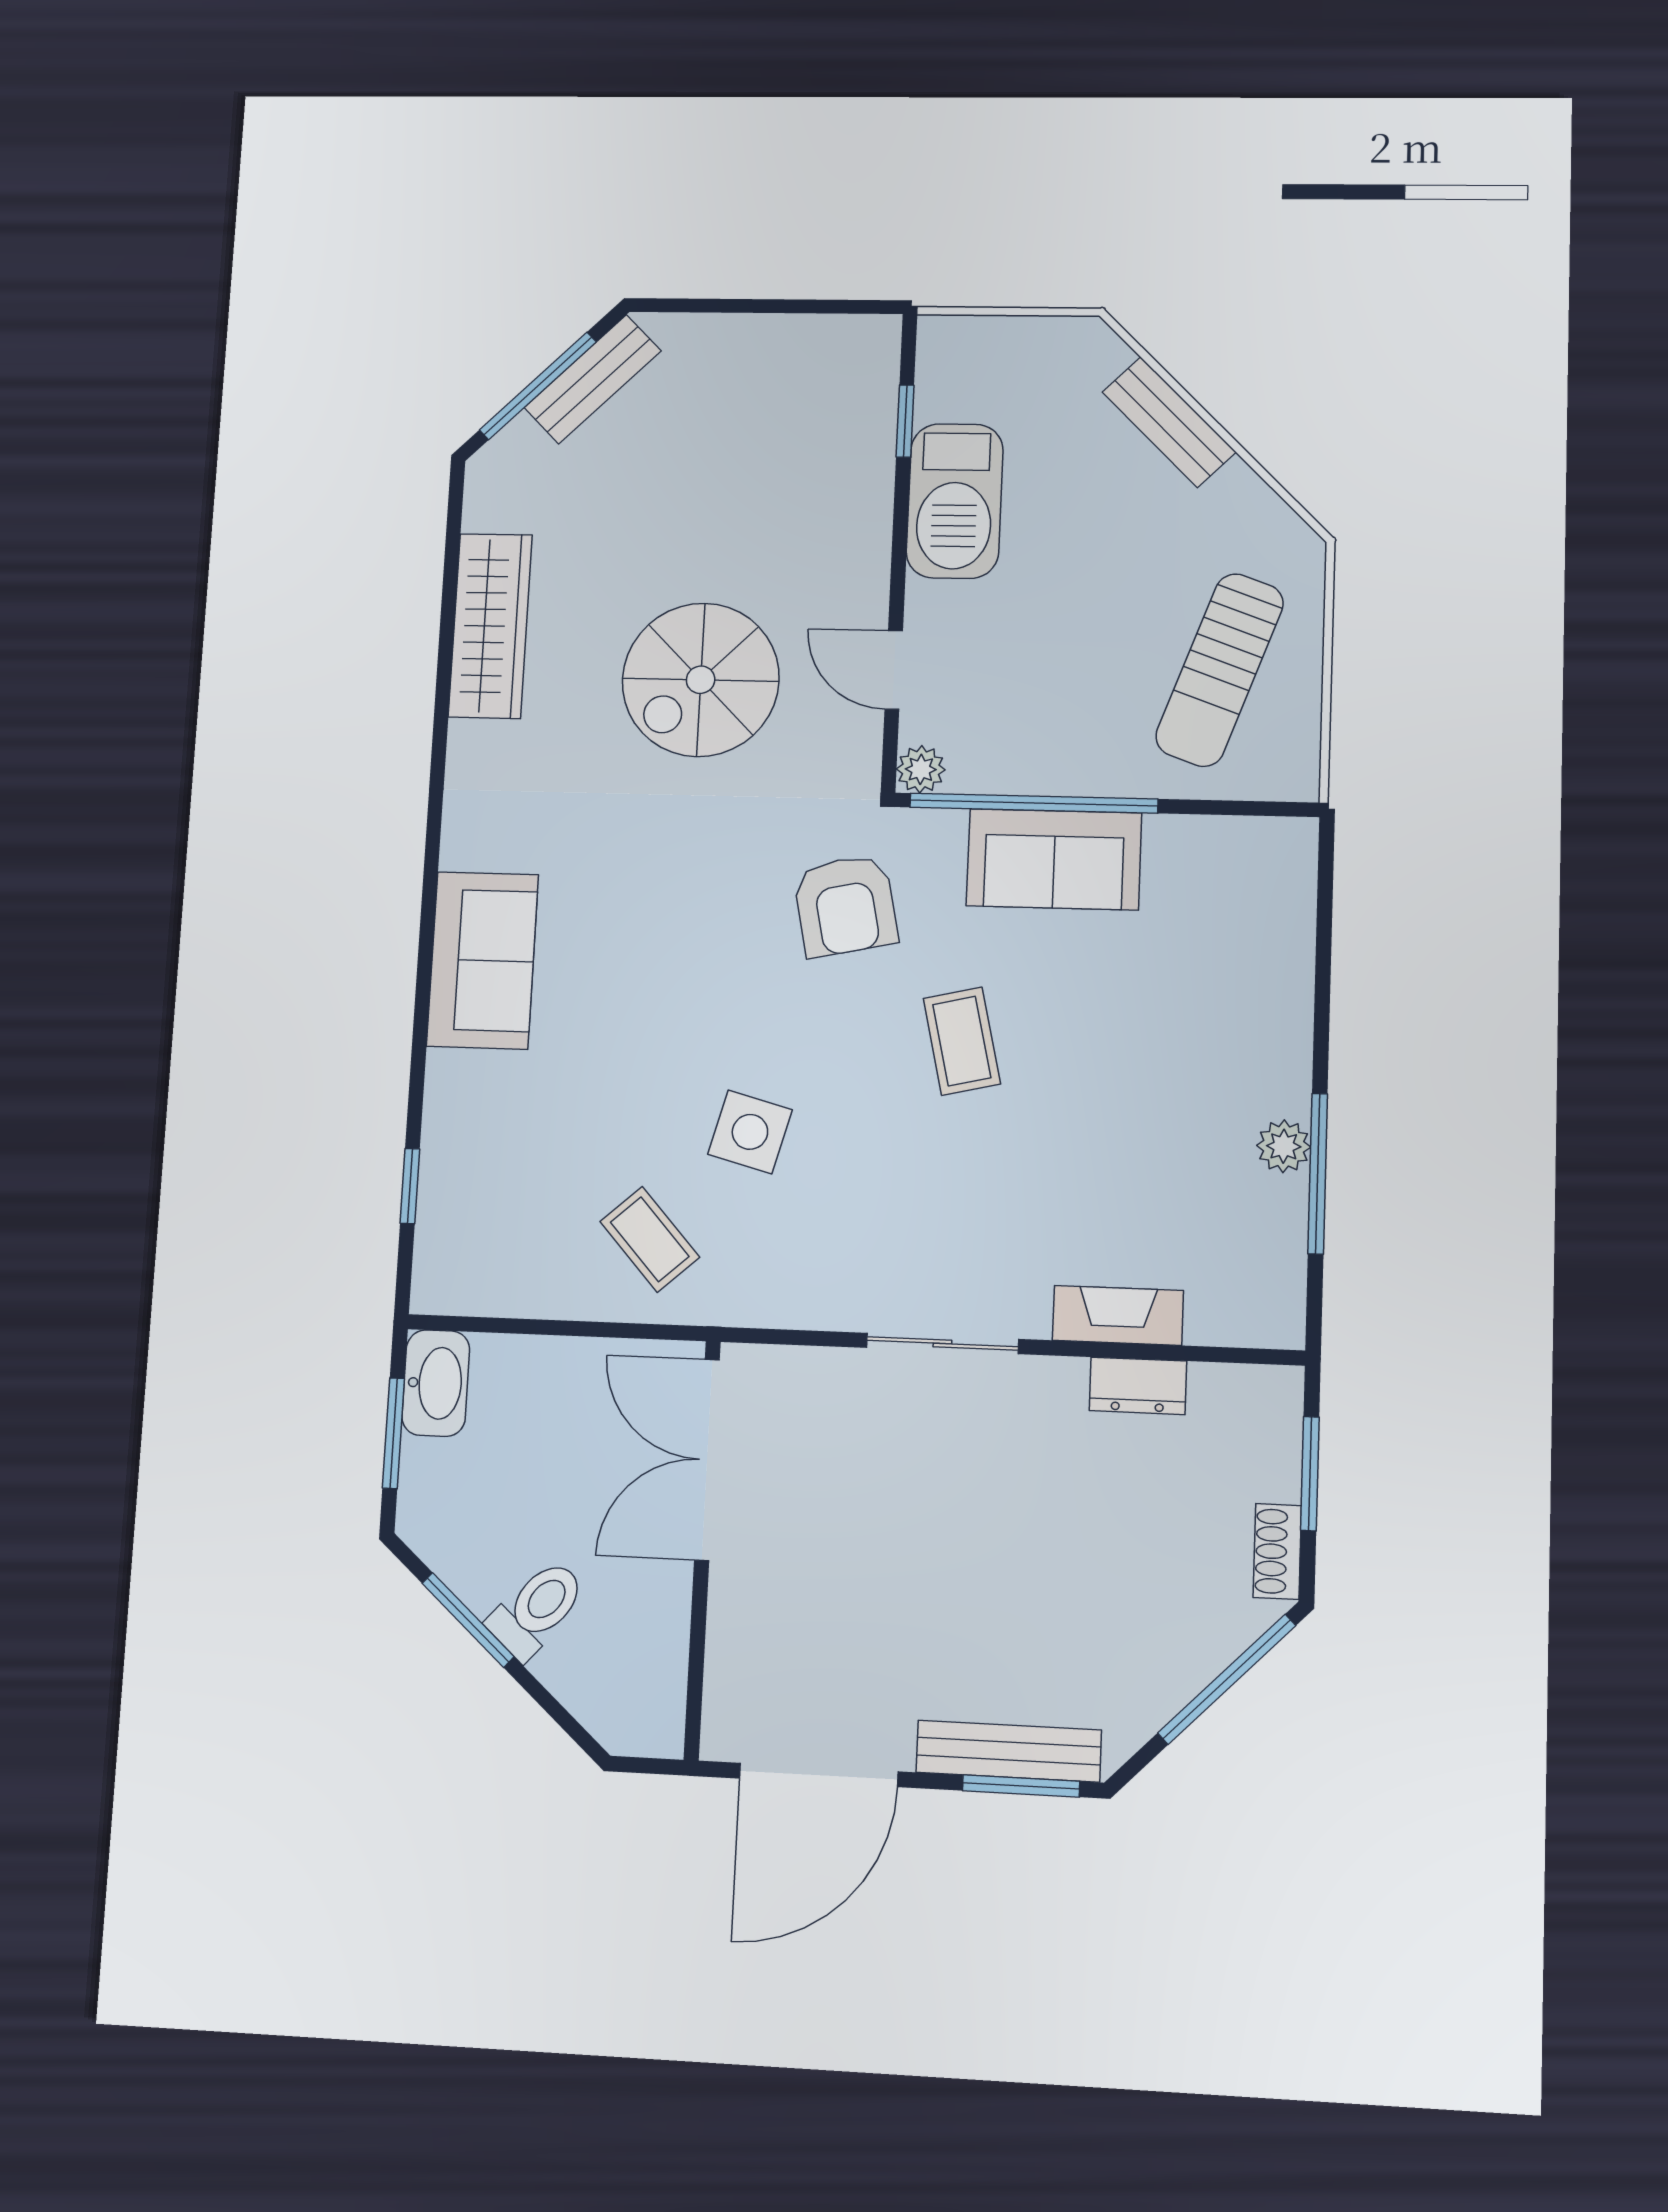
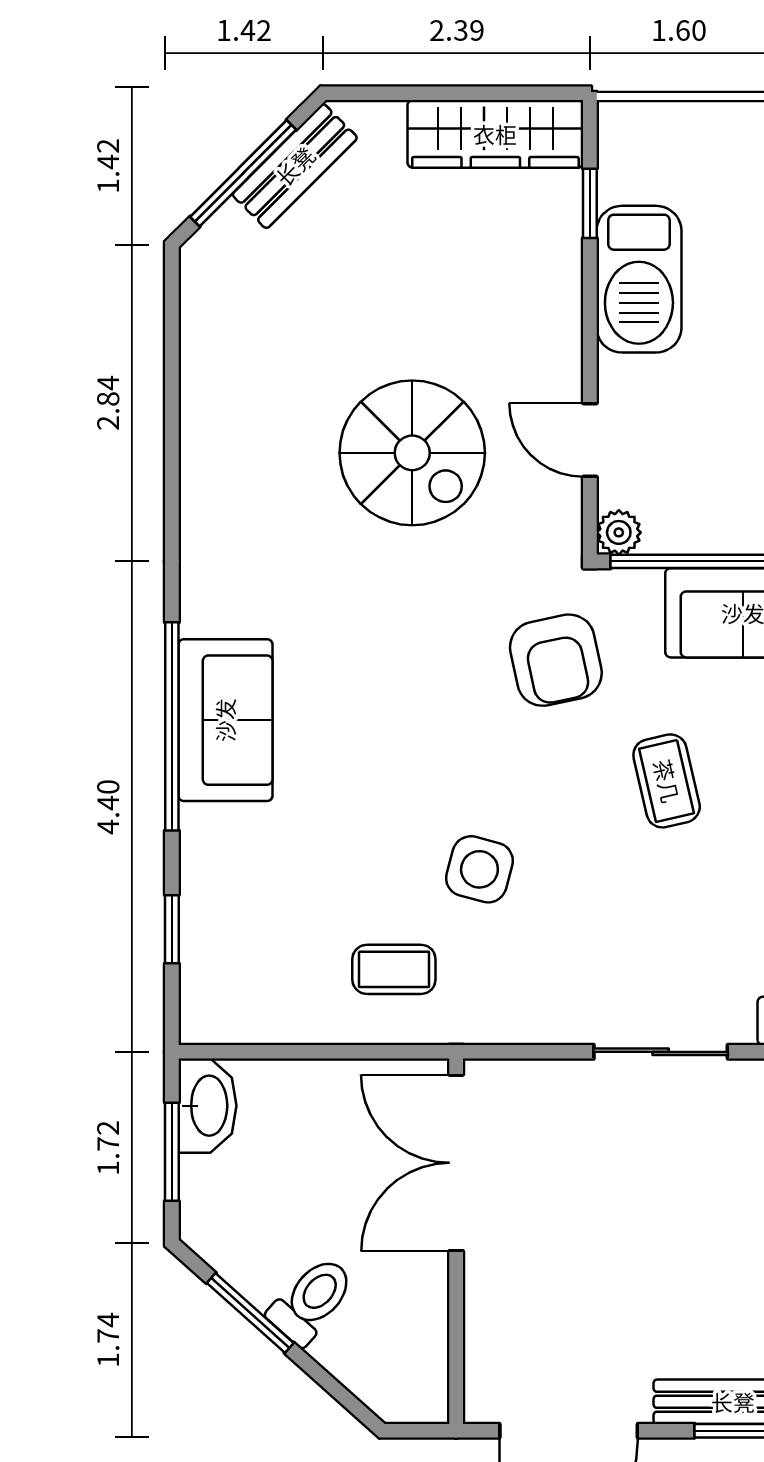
wardrobe: (490, 626) -> (495, 134), moved, turned 90
spiral stairs: (701, 680) -> (412, 453), turned -90
window: (425, 965) -> (172, 726), added
coffee table: (650, 1239) -> (394, 969), turned -48

